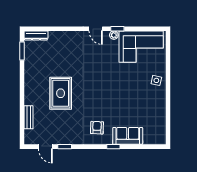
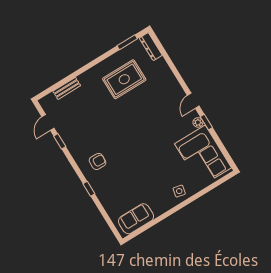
rug: (61, 93) -> (124, 79), moved
sofa: (128, 136) -> (136, 219), moved, turned -90

